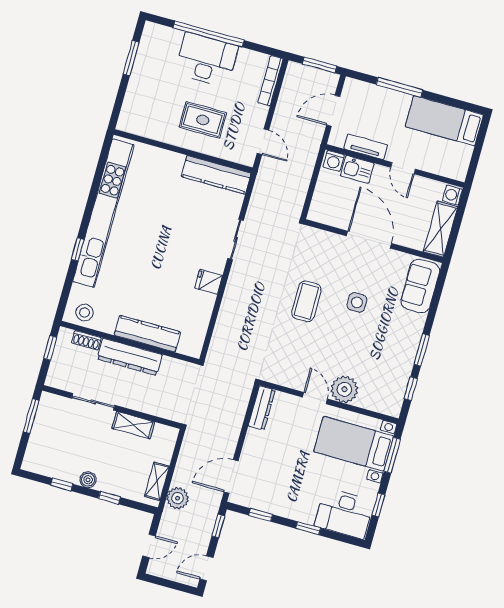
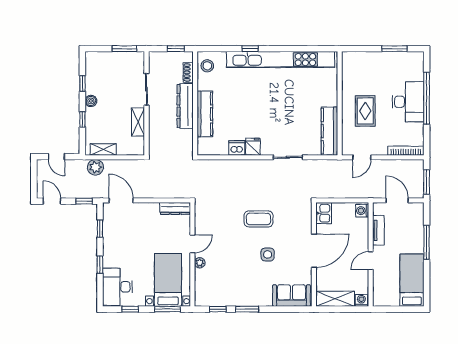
kitchen sink: (357, 169) -> (324, 213), moved, turned 180
dishwasher: (204, 304) -> (237, 148), added
plant: (344, 389) -> (200, 263), width x0.53, depth x0.53

